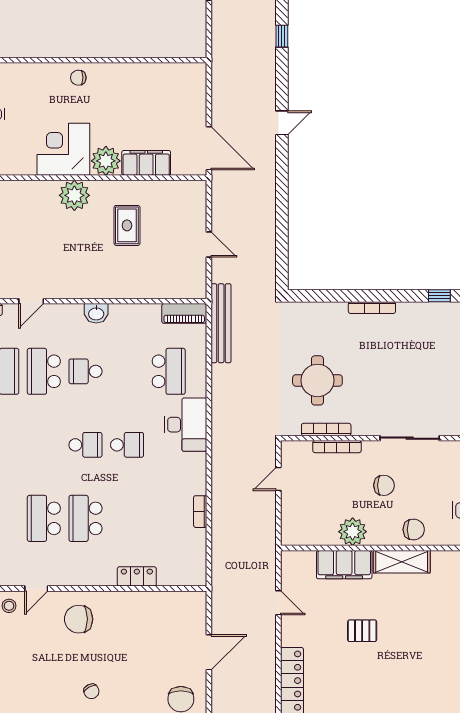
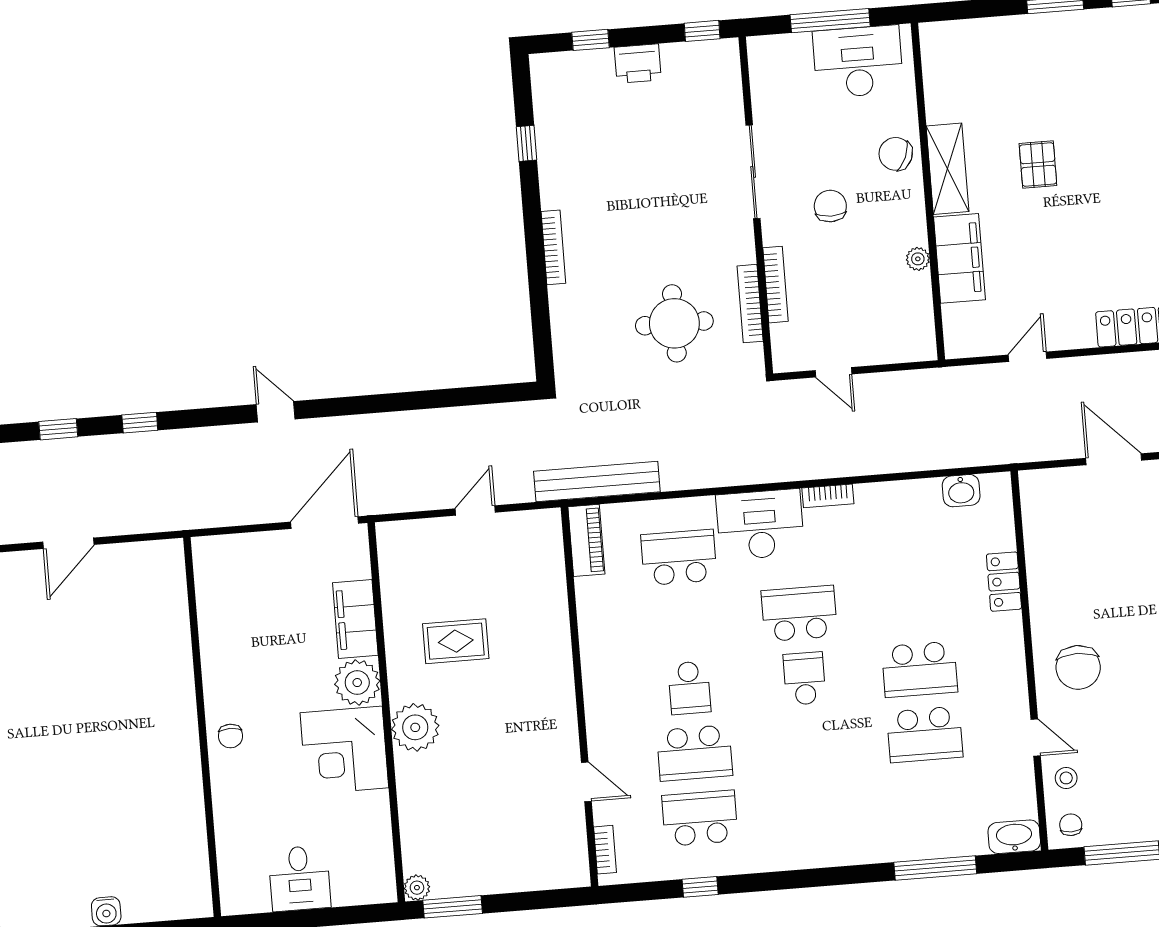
washbasin: (96, 313) -> (961, 491), moved, turned 90
school desk: (127, 445) -> (799, 613), width x1.85
bookcase: (200, 512) -> (828, 496), moved
chair: (414, 529) -> (896, 154), turned -67
plant: (353, 532) -> (918, 259), width x0.53, depth x0.53
pallet: (362, 631) -> (1038, 164), moved

